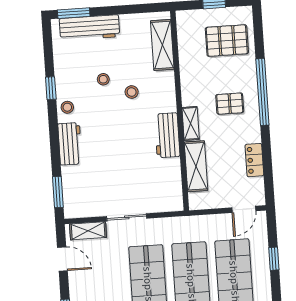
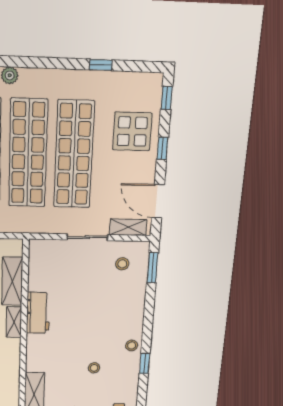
stool: (132, 92) -> (122, 264), moved
workbench: (70, 144) -> (134, 312), removed
door: (62, 259) -> (158, 201), width x1.38

